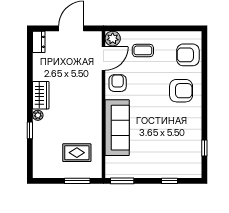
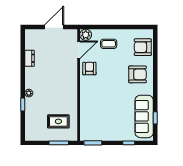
dresser: (39, 42) -> (29, 58), moved
wardrobe: (41, 95) -> (31, 78), removed
sofa: (117, 128) -> (144, 116), moved, turned 180

